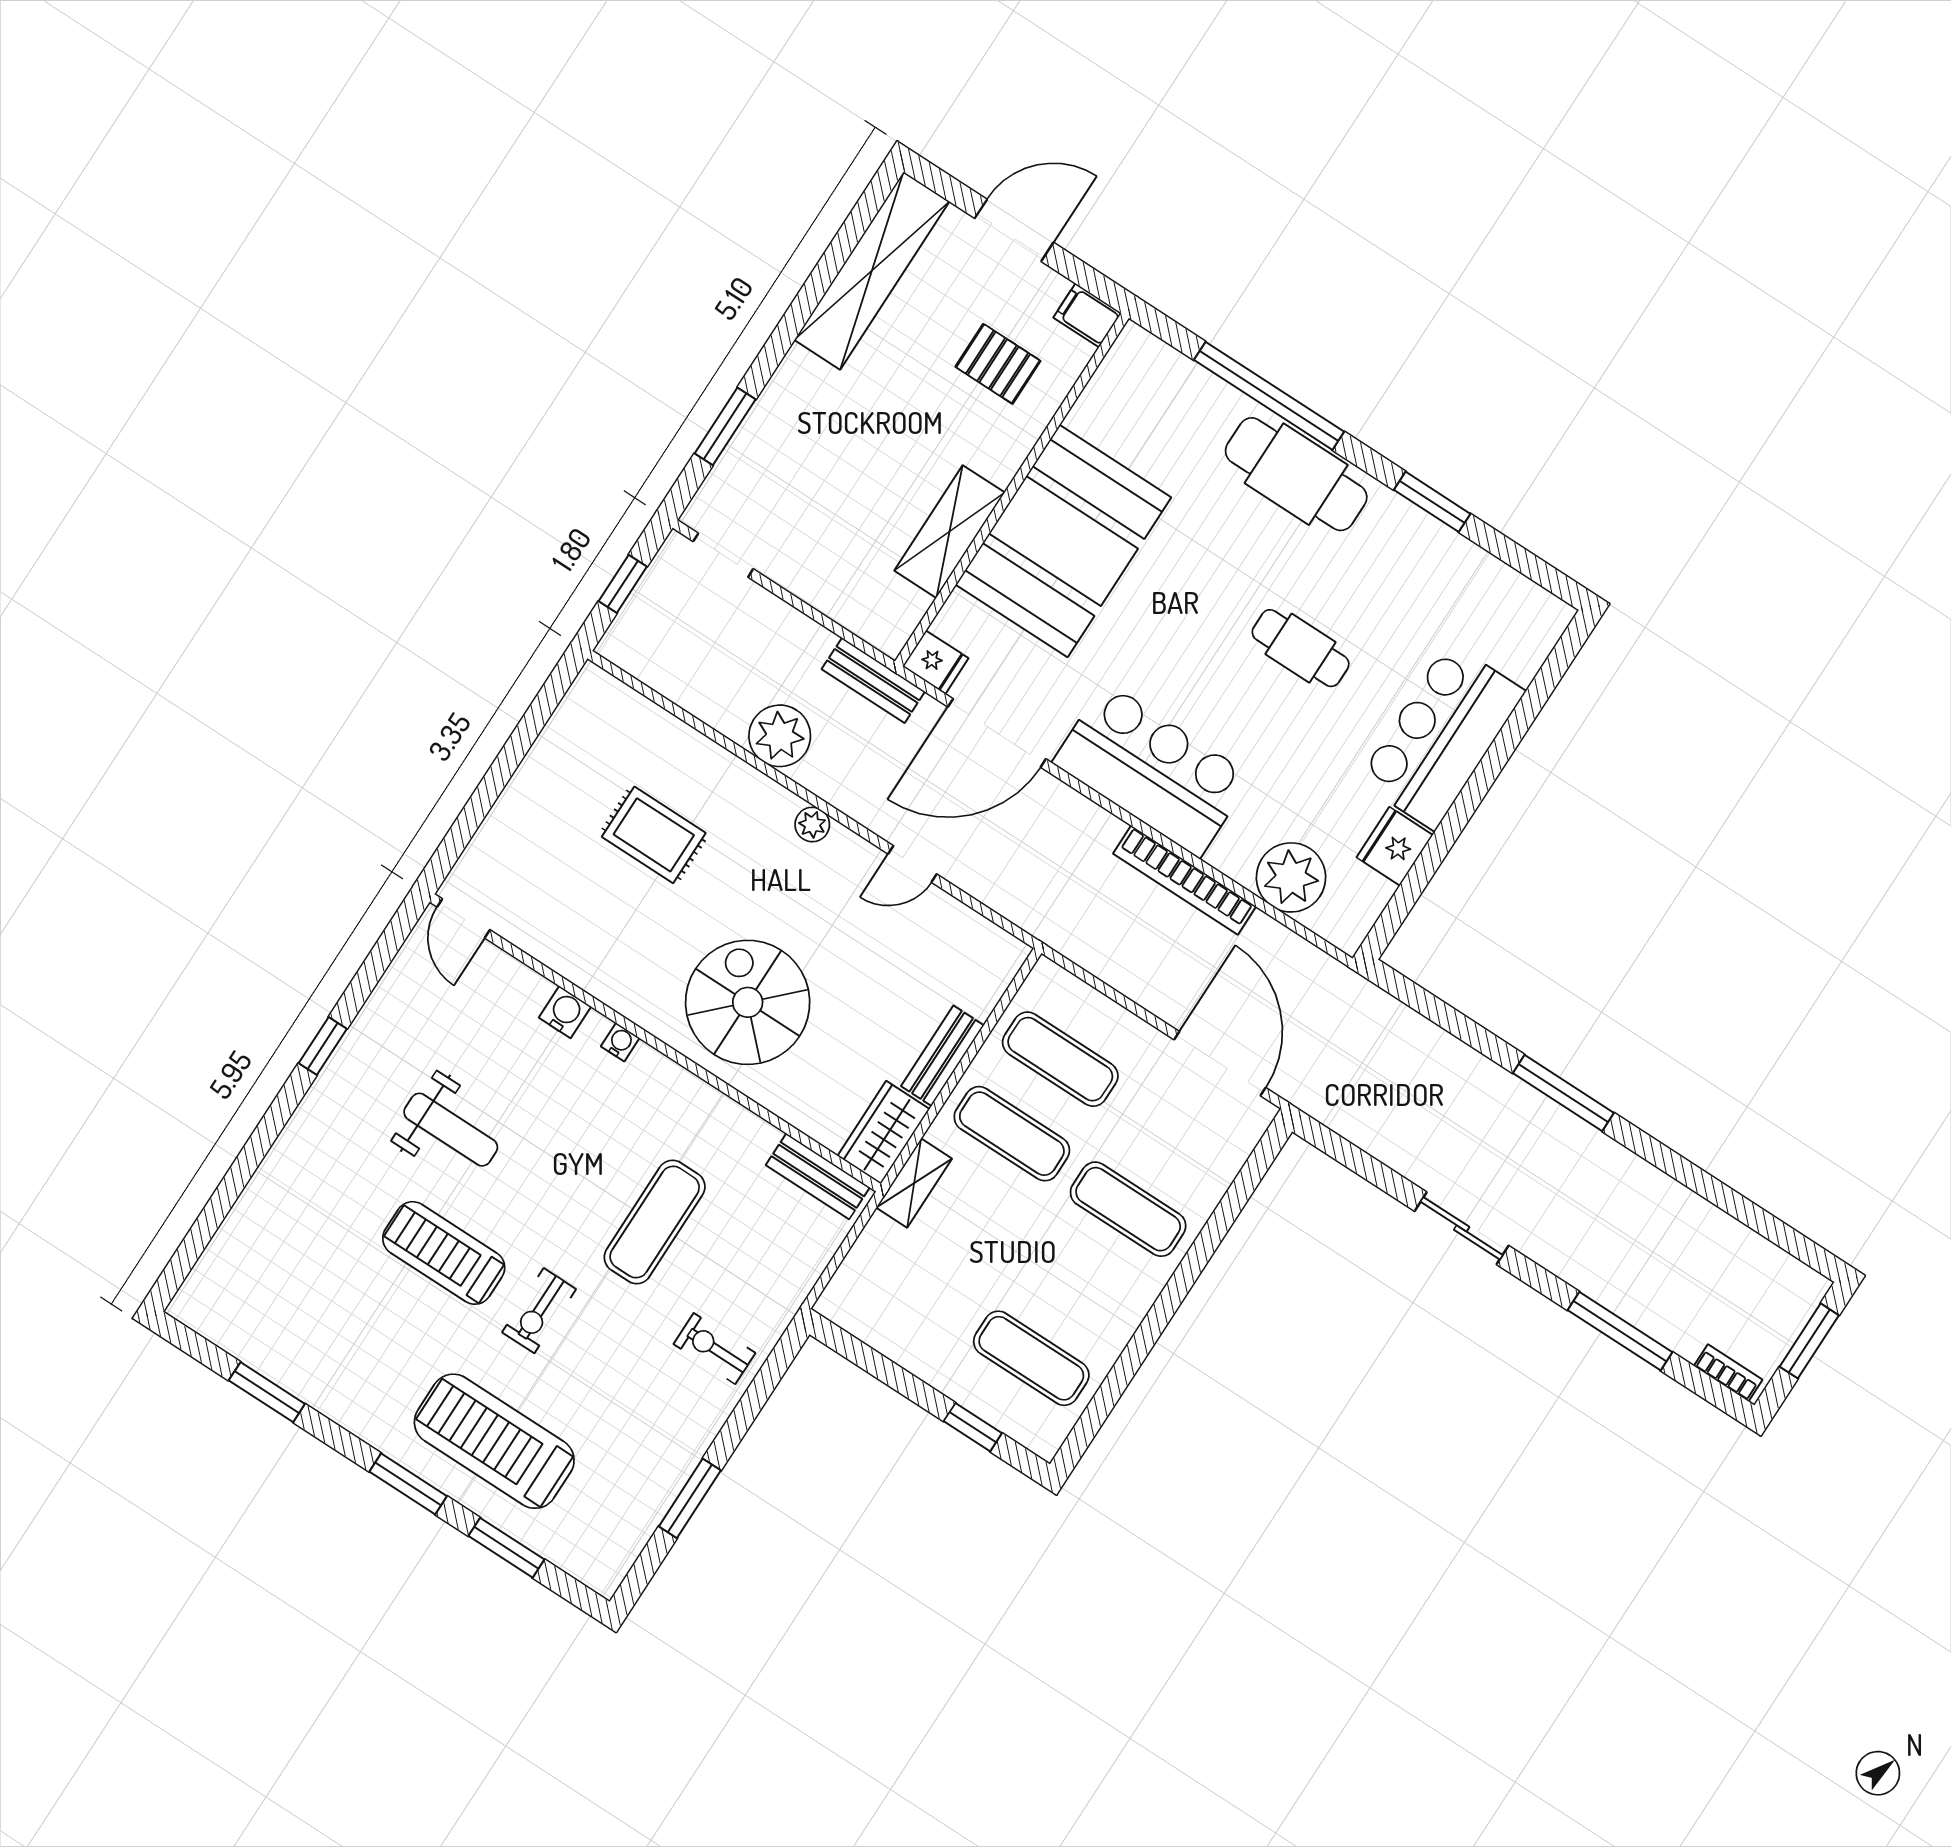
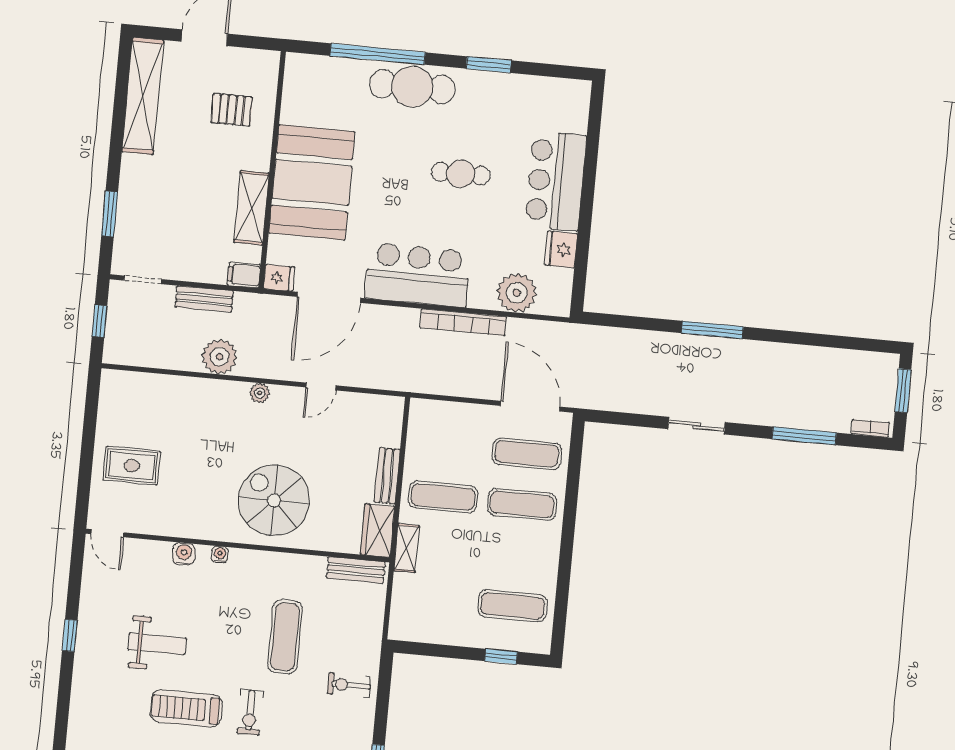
filing cabinet: (1087, 315) -> (244, 275), moved
bench: (873, 680) -> (204, 299), moved
rug: (654, 835) -> (132, 466), moved
exercise mat: (1060, 1059) -> (527, 454), moved

